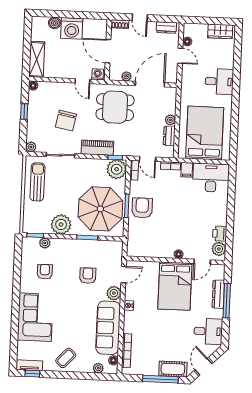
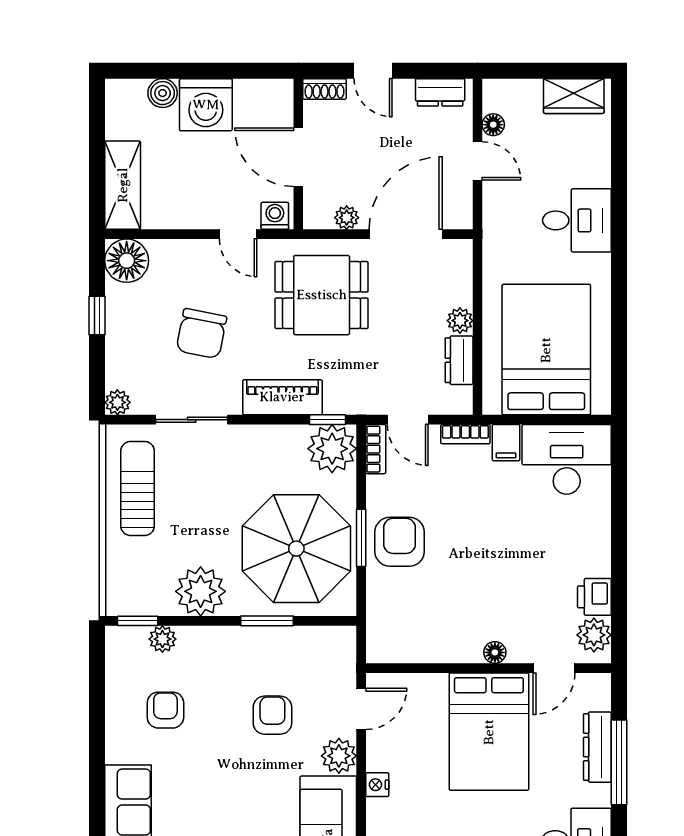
floor lamp: (33, 86) -> (127, 261), width x1.89, depth x1.89

